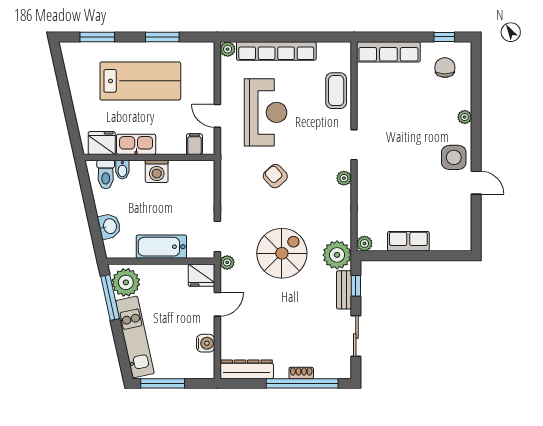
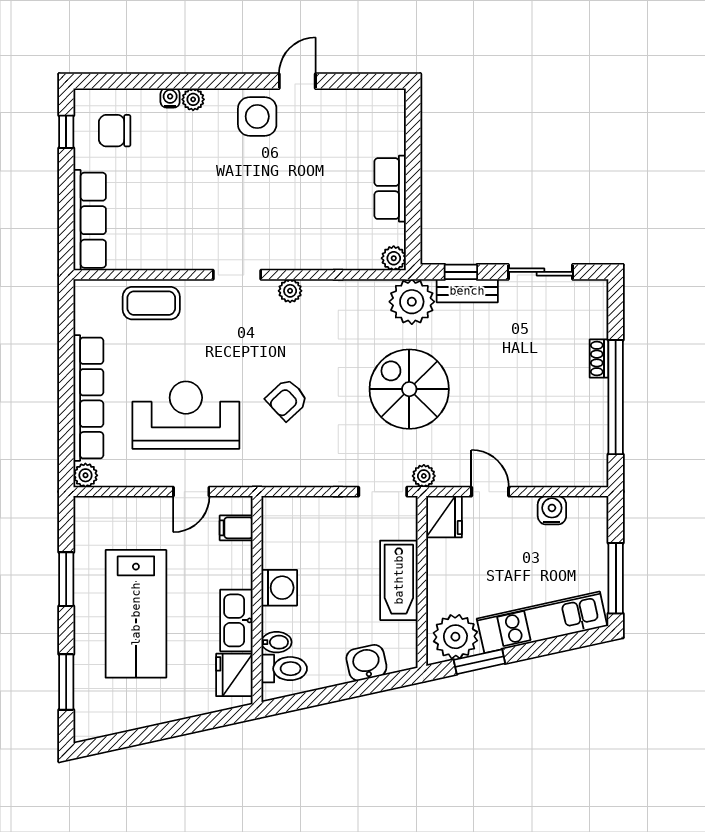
lab bench: (140, 81) -> (136, 614), turned 180
water cooler: (466, 102) -> (170, 98), added
window: (110, 298) -> (479, 662), width x0.69
dresser: (247, 369) -> (593, 445), removed
window: (302, 383) -> (616, 397), moved

